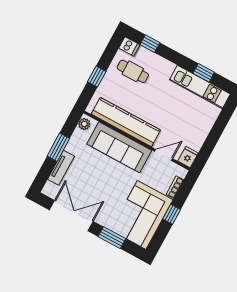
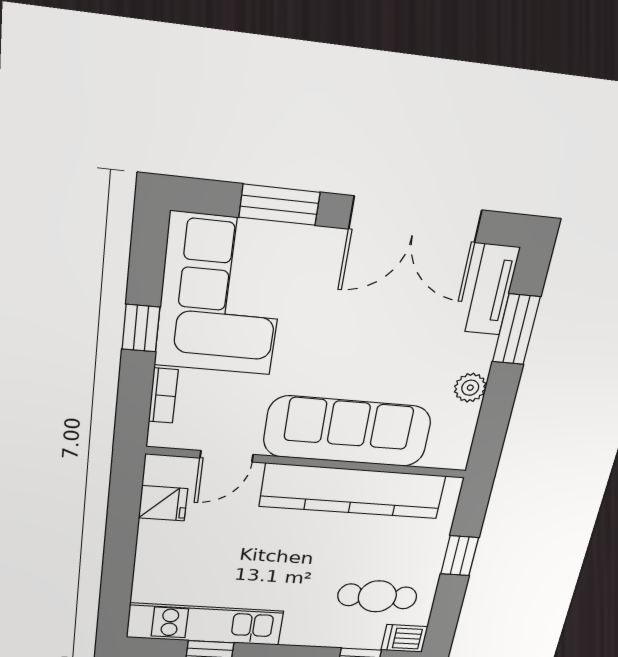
plant: (84, 124) -> (470, 388), moved
window: (58, 147) -> (516, 329), moved
fridge: (188, 157) -> (163, 503), moved, turned -90
tv unit: (61, 168) -> (492, 290), moved

